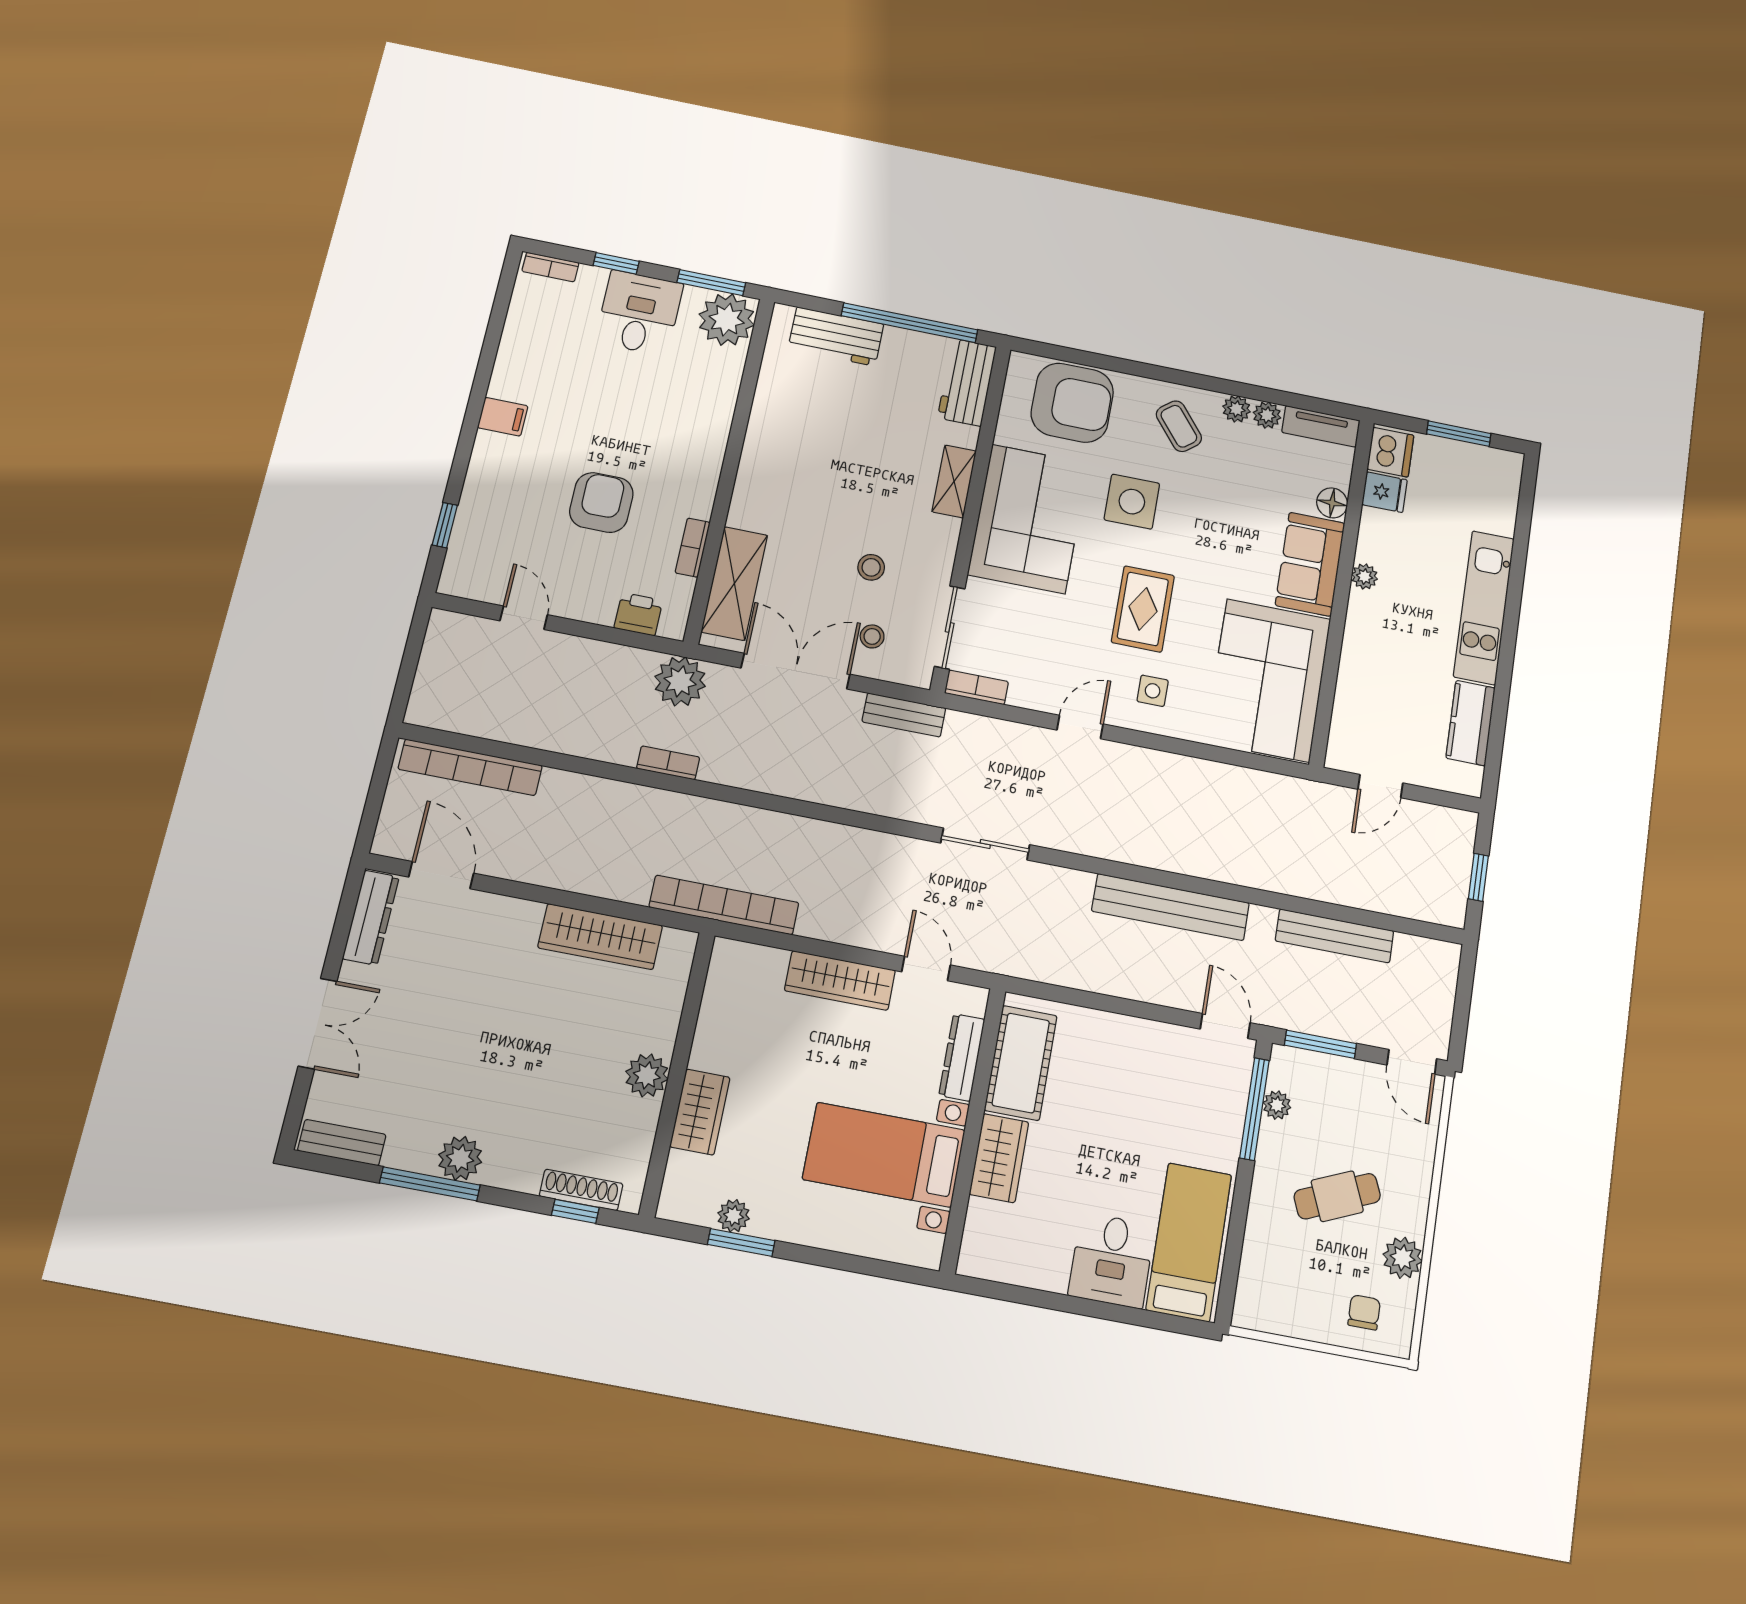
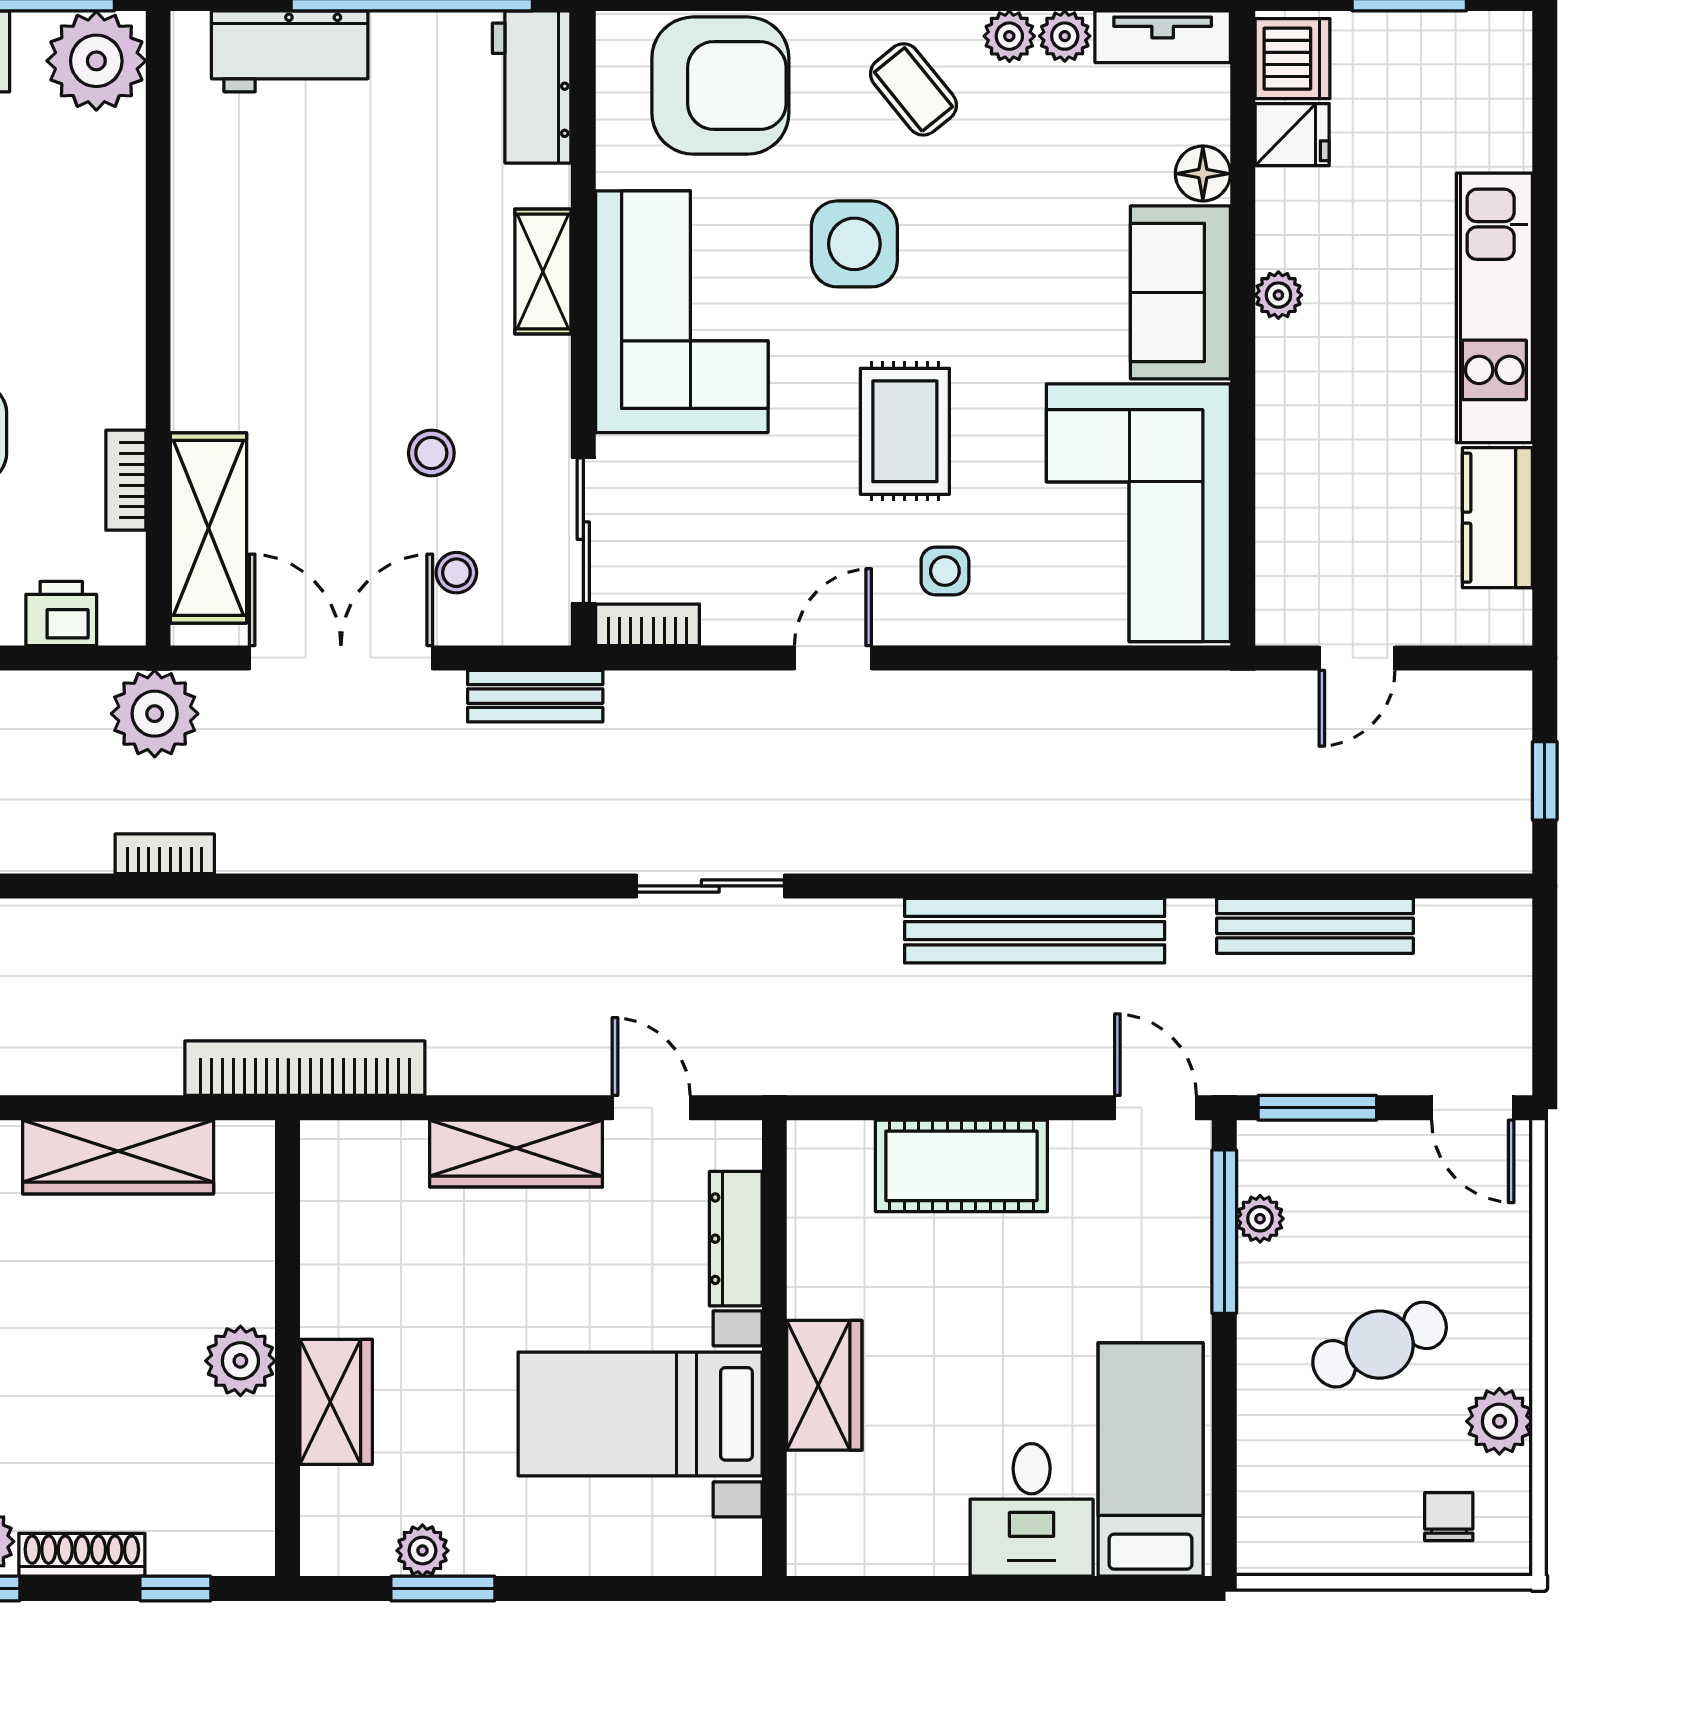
cot: (1021, 1063) -> (961, 1166), moved, turned 90
shoe rack: (581, 1190) -> (82, 1555), moved

